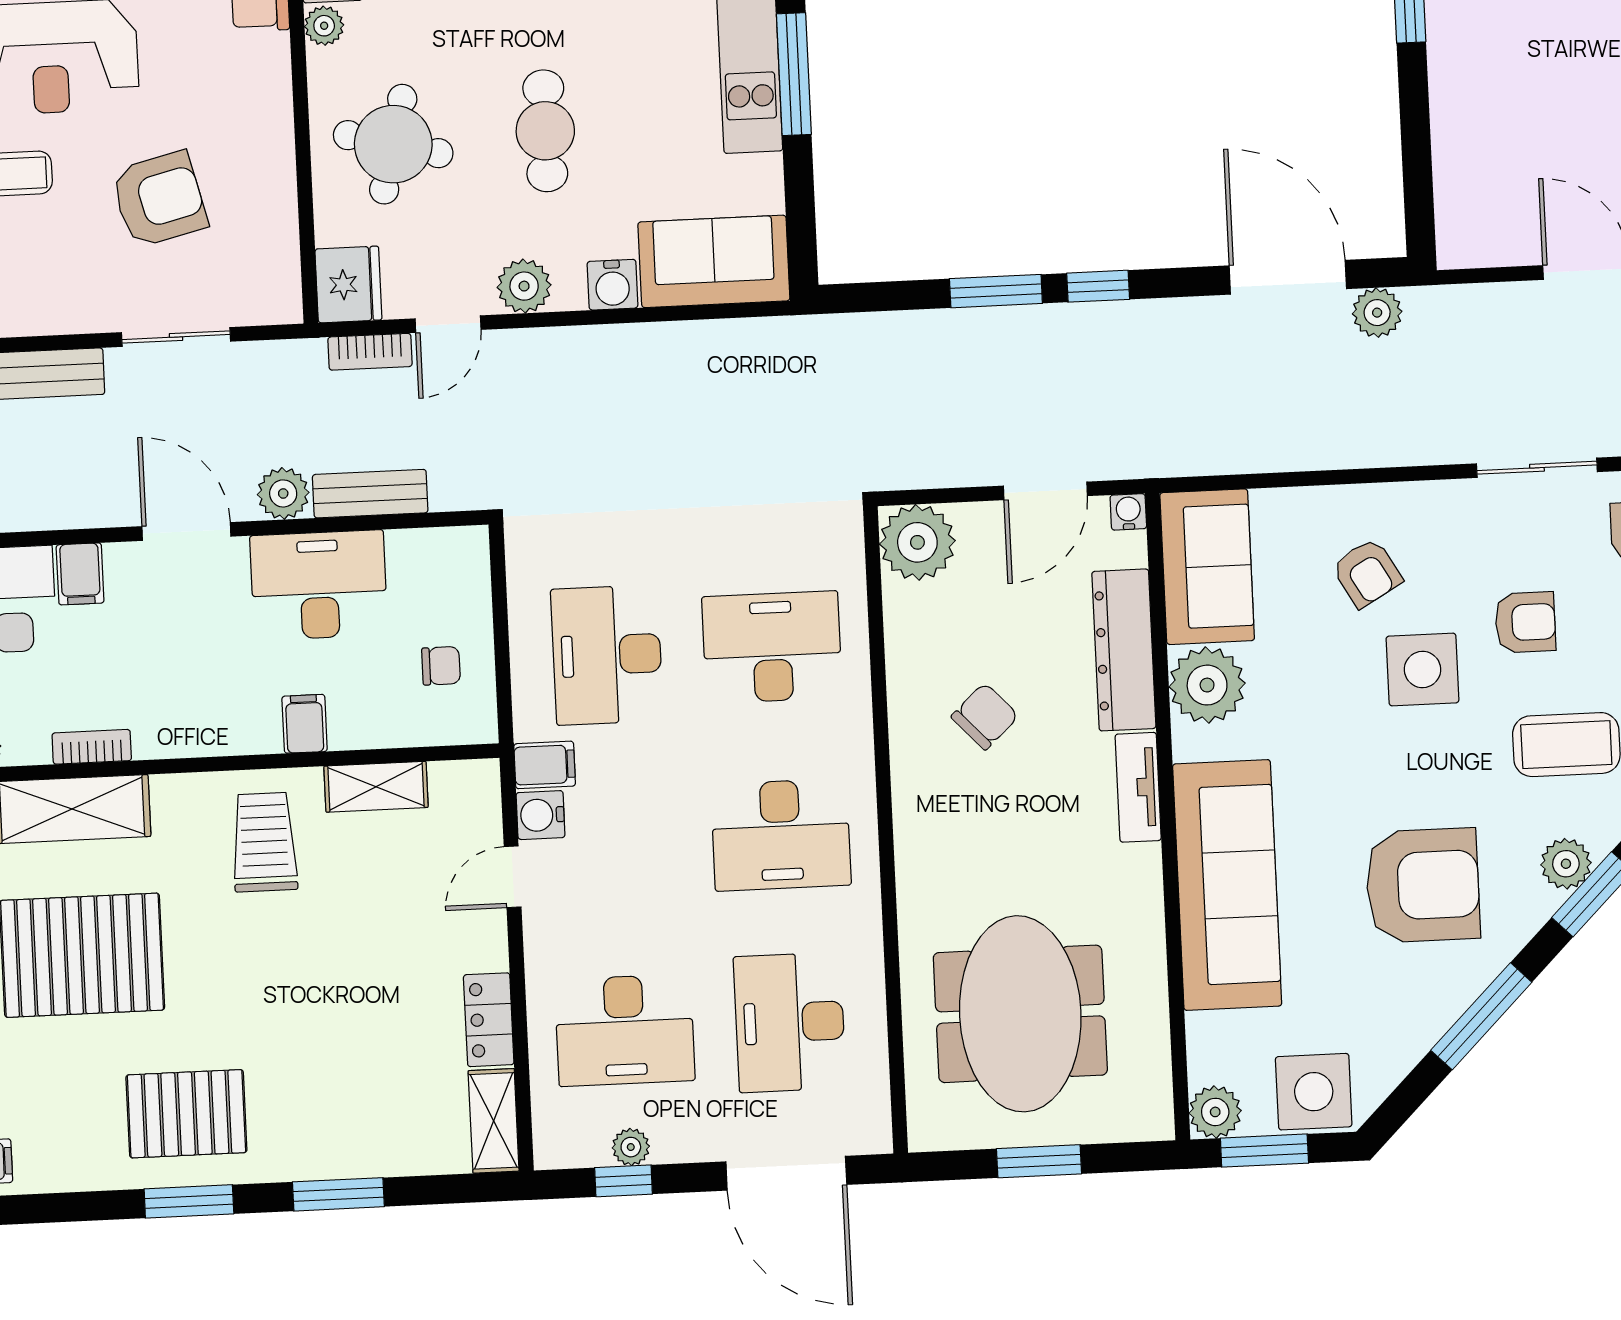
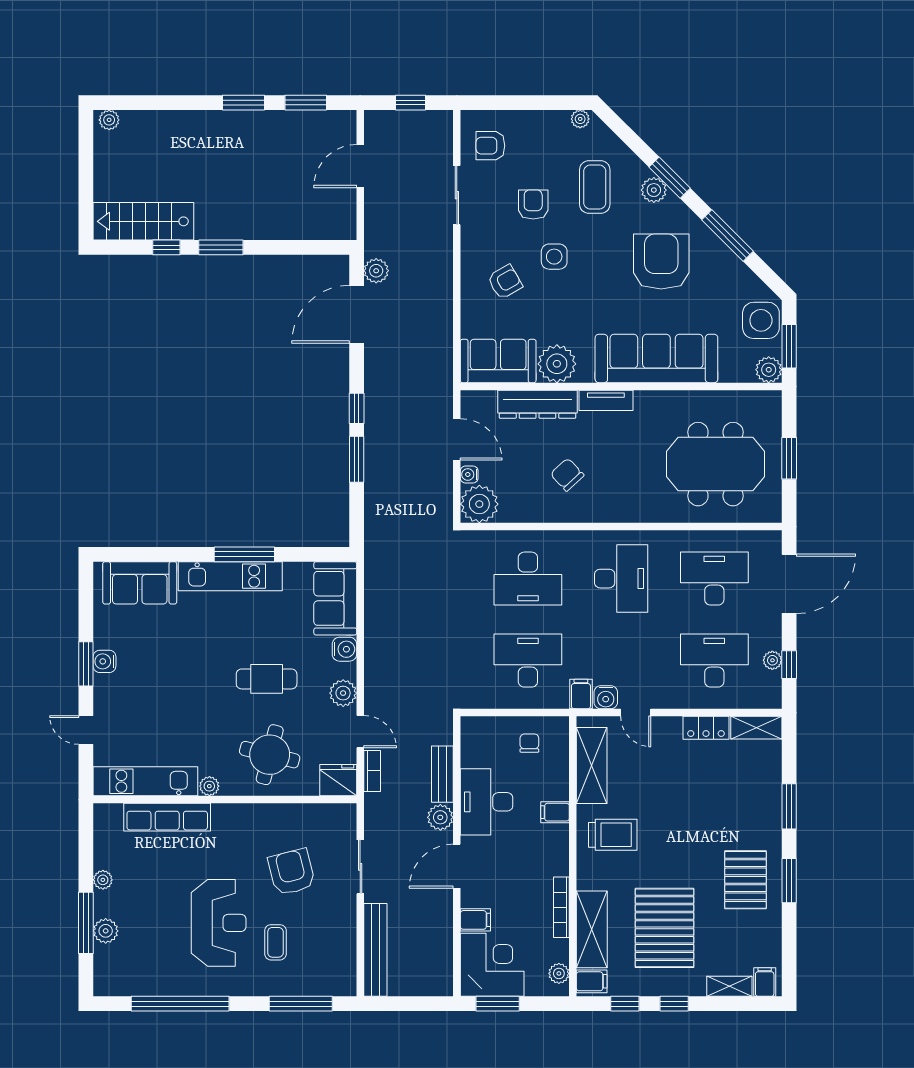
water cooler: (1128, 512) -> (469, 474), moved
desk: (772, 647) -> (528, 579), turned -90
desk: (607, 655) -> (528, 661), turned 180
side table: (1422, 669) -> (554, 257), width x0.73, depth x0.73
bookcase: (92, 747) -> (561, 907), width x1.56
shelving: (376, 787) -> (592, 765), width x1.50, depth x1.33
trolley: (264, 842) -> (613, 835), turned 180
desk: (790, 1022) -> (714, 579), turned 180
desk: (625, 1030) -> (714, 661), turned -90

